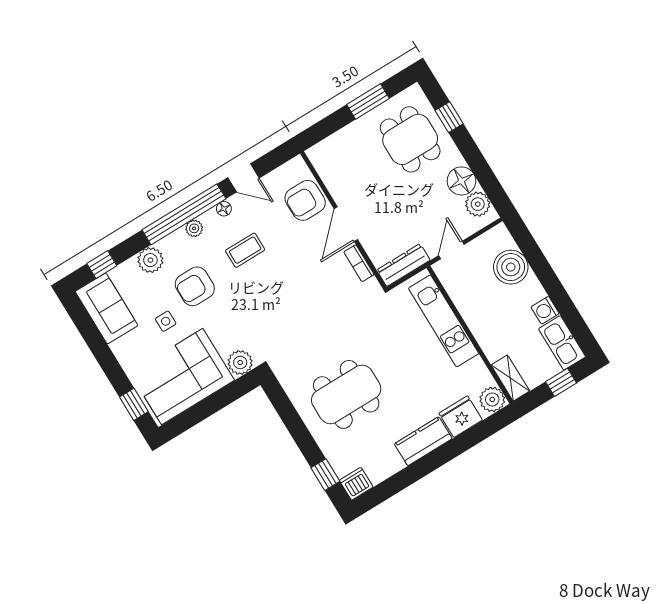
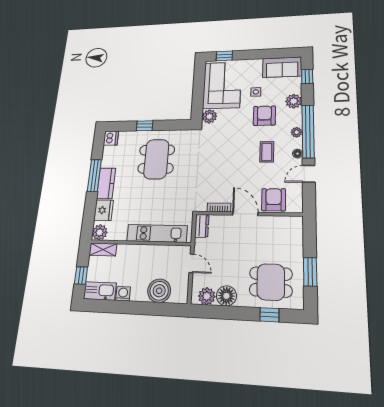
dresser: (403, 265) -> (202, 226), width x0.70
window: (423, 467) -> (94, 175), added
window: (325, 475) -> (145, 126), moved

